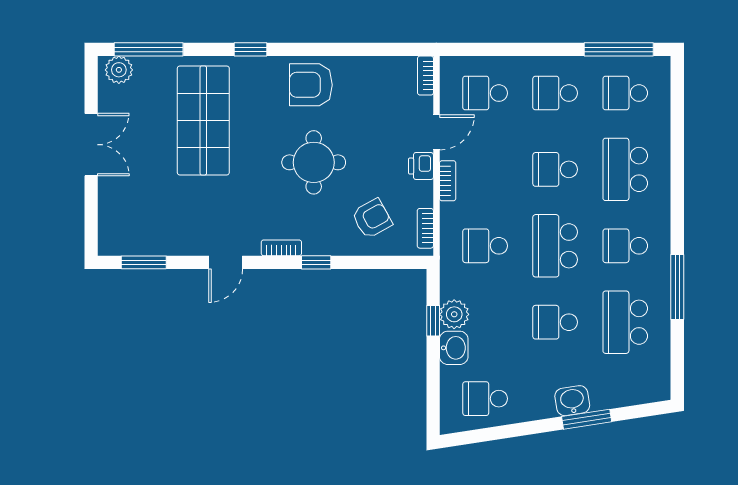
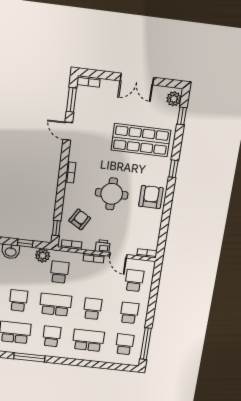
window: (149, 49) -> (182, 116), width x0.46
armchair: (372, 218) -> (80, 219), turned -120
bookcase: (106, 235) -> (88, 81), added
door: (226, 262) -> (68, 131), moved
window: (316, 262) -> (56, 228), moved
plant: (454, 314) -> (43, 255), moved

